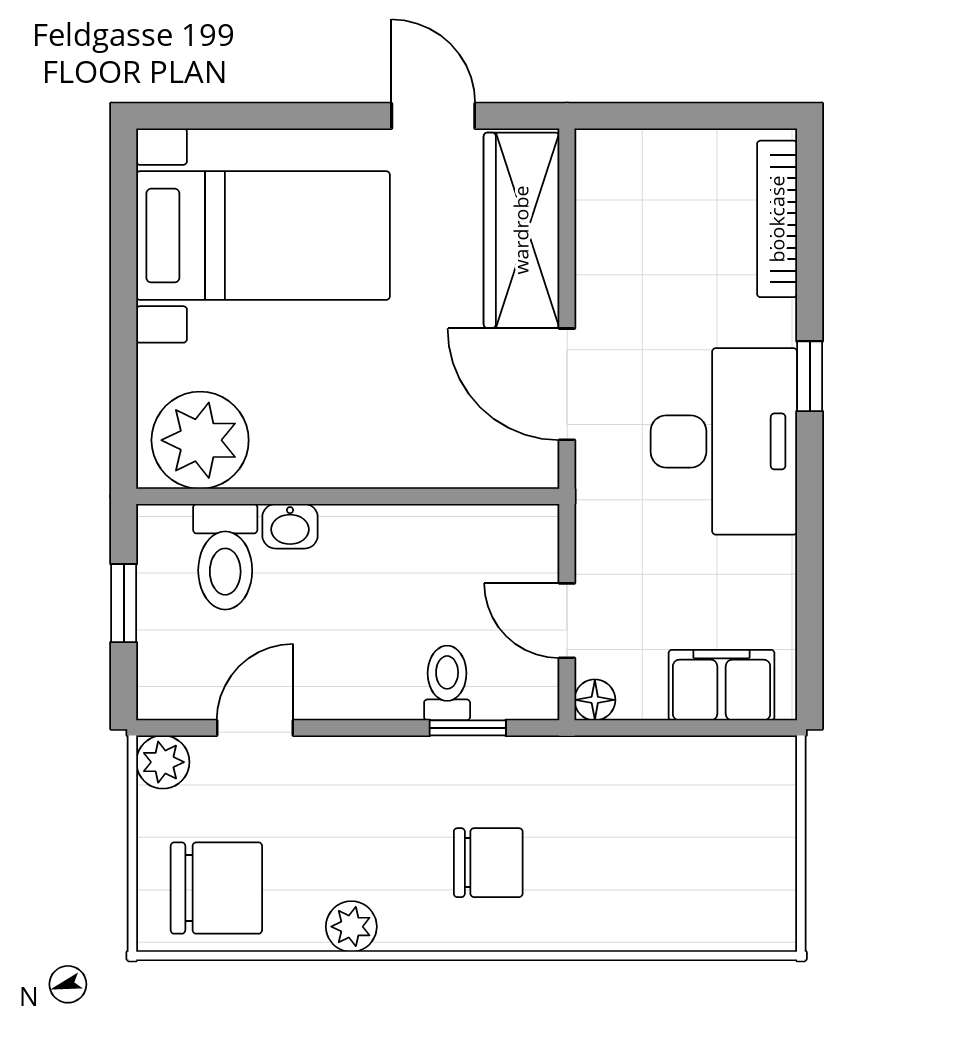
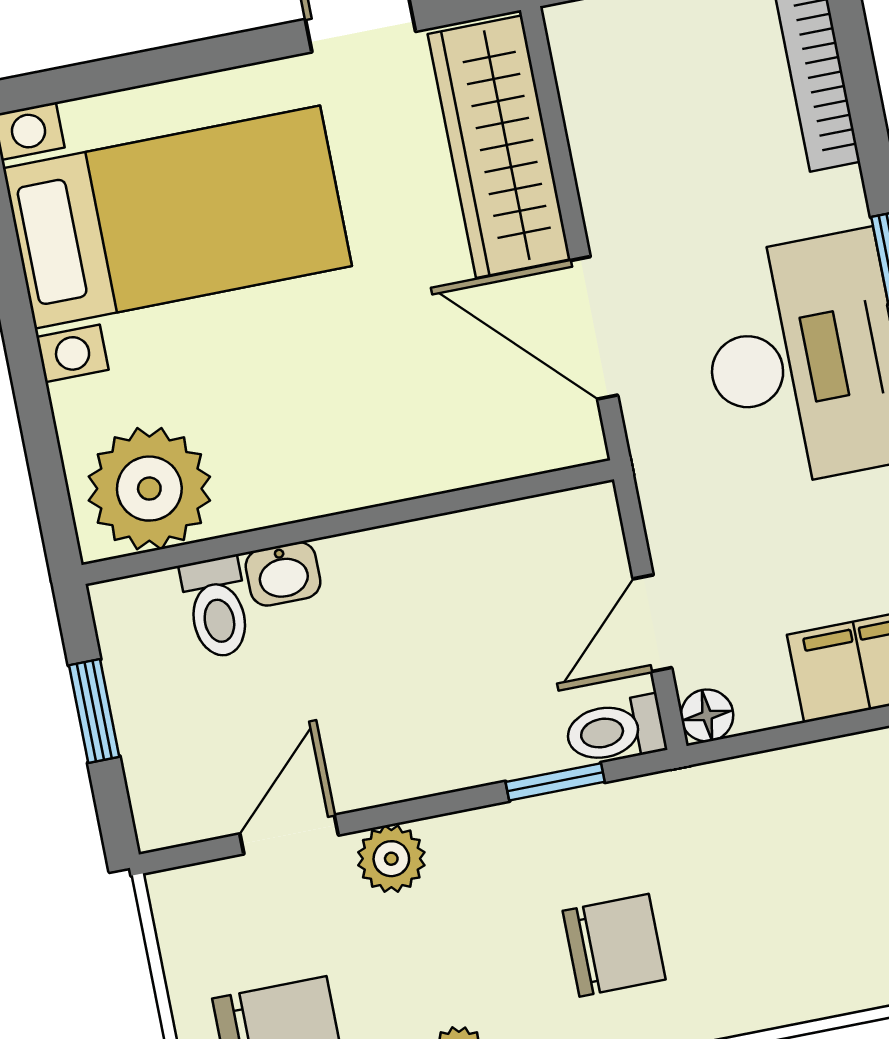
toilet: (225, 557) -> (217, 607), width x0.73, depth x0.72
door: (567, 621) -> (652, 623), hinge flipped
toilet: (447, 683) -> (615, 730), moved, turned -90
plant: (163, 762) -> (391, 859), moved

